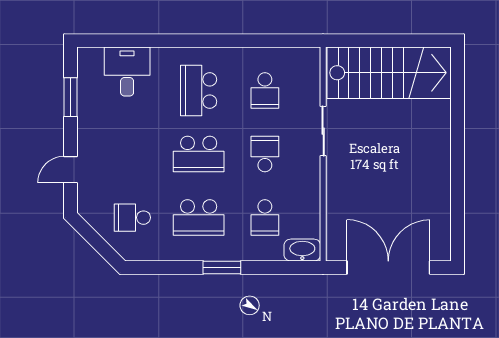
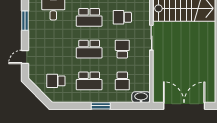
school desk: (199, 91) -> (89, 17), turned -90
school desk: (265, 91) -> (122, 17), turned 90

